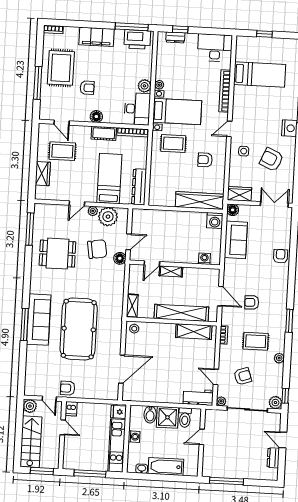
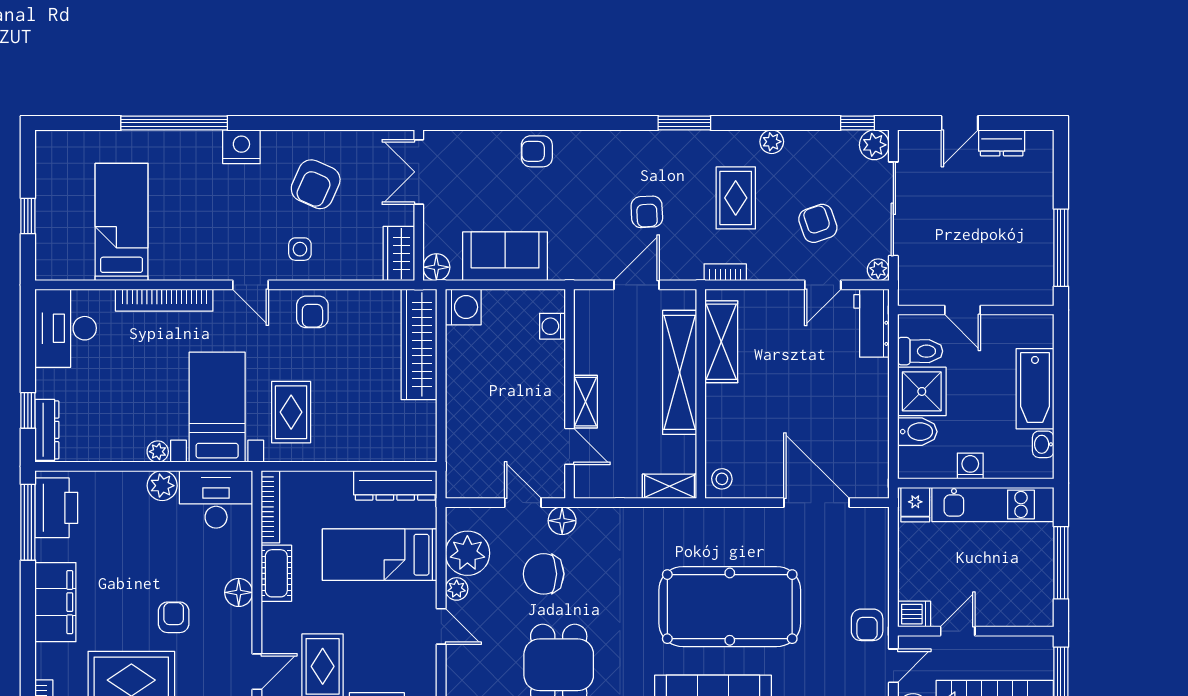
dresser: (175, 37) -> (47, 430), width x1.44
armchair: (205, 160) -> (312, 312), moved
chair: (97, 249) -> (544, 574), turned -81

